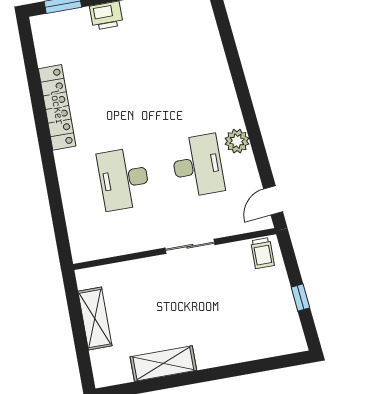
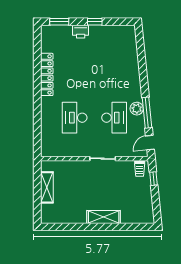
window: (258, 145) -> (147, 113), added
window: (300, 297) -> (153, 179), moved
shelving: (163, 364) -> (104, 217), moved

